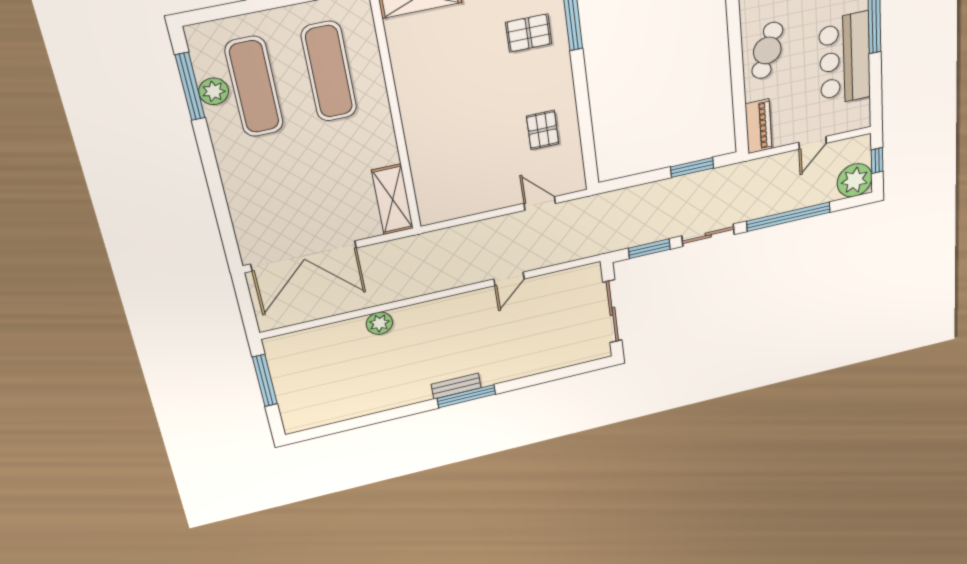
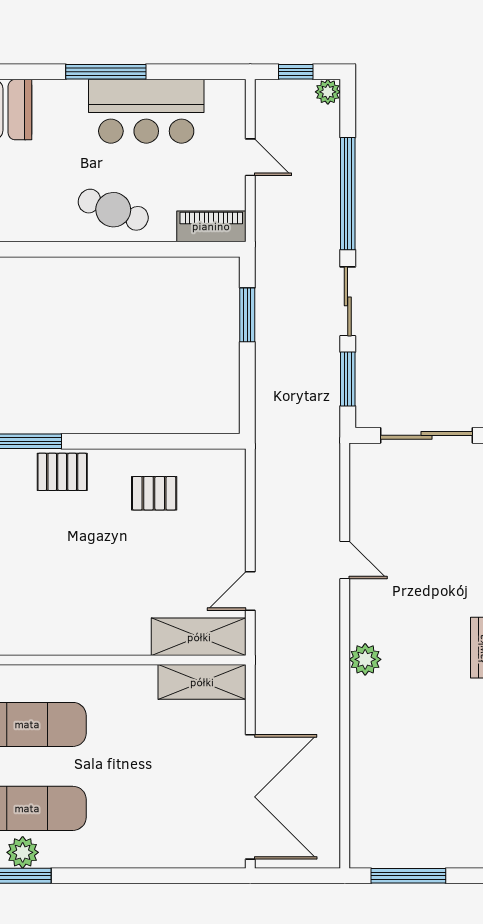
pallet: (529, 33) -> (62, 472), moved, turned 90
plant: (855, 180) -> (328, 92), width x0.53, depth x0.53
shelving: (430, 189) -> (199, 637), added
door: (540, 203) -> (250, 591), moved
plant: (379, 323) -> (365, 659), moved

